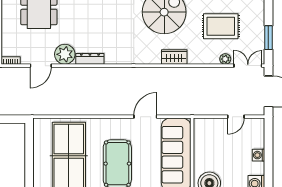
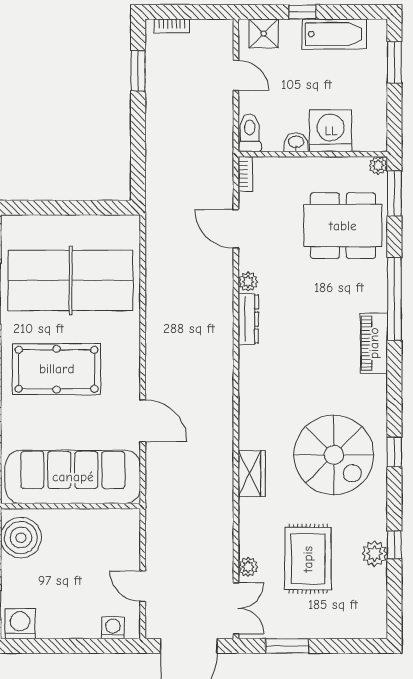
plant: (65, 54) -> (248, 282), width x0.53, depth x0.53
washing machine: (259, 155) -> (113, 628), moved

